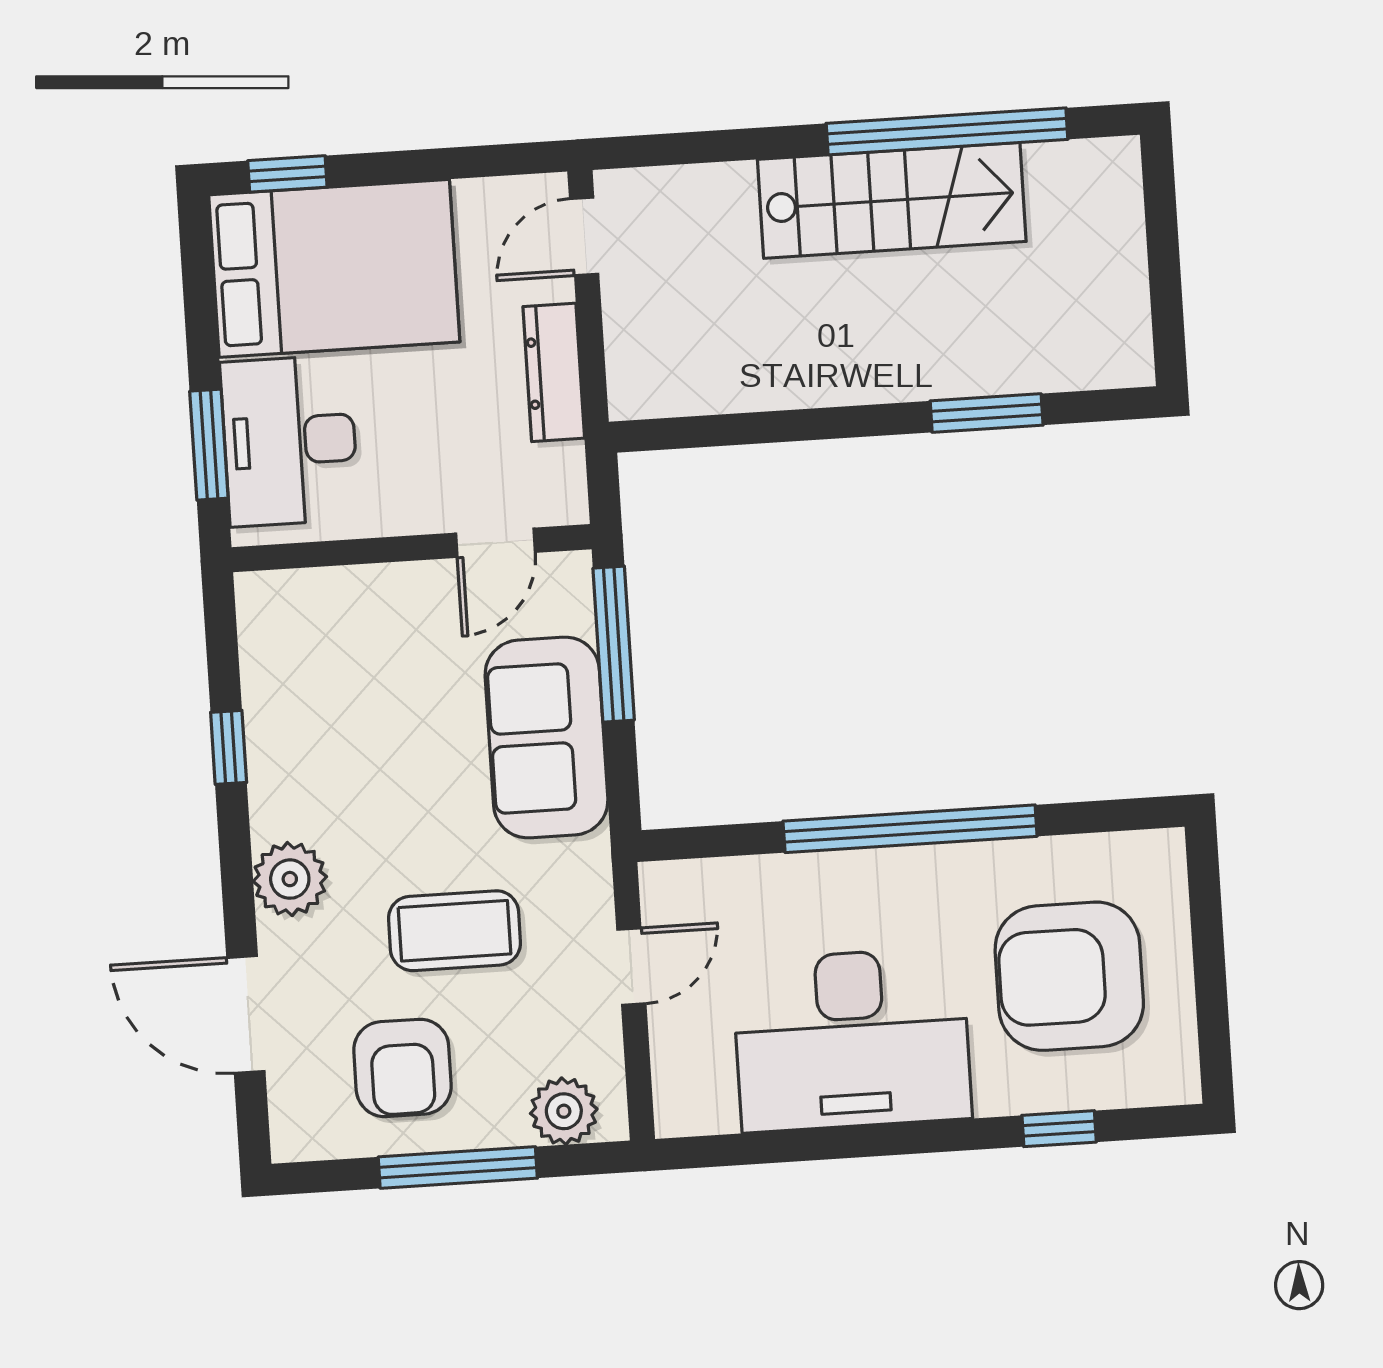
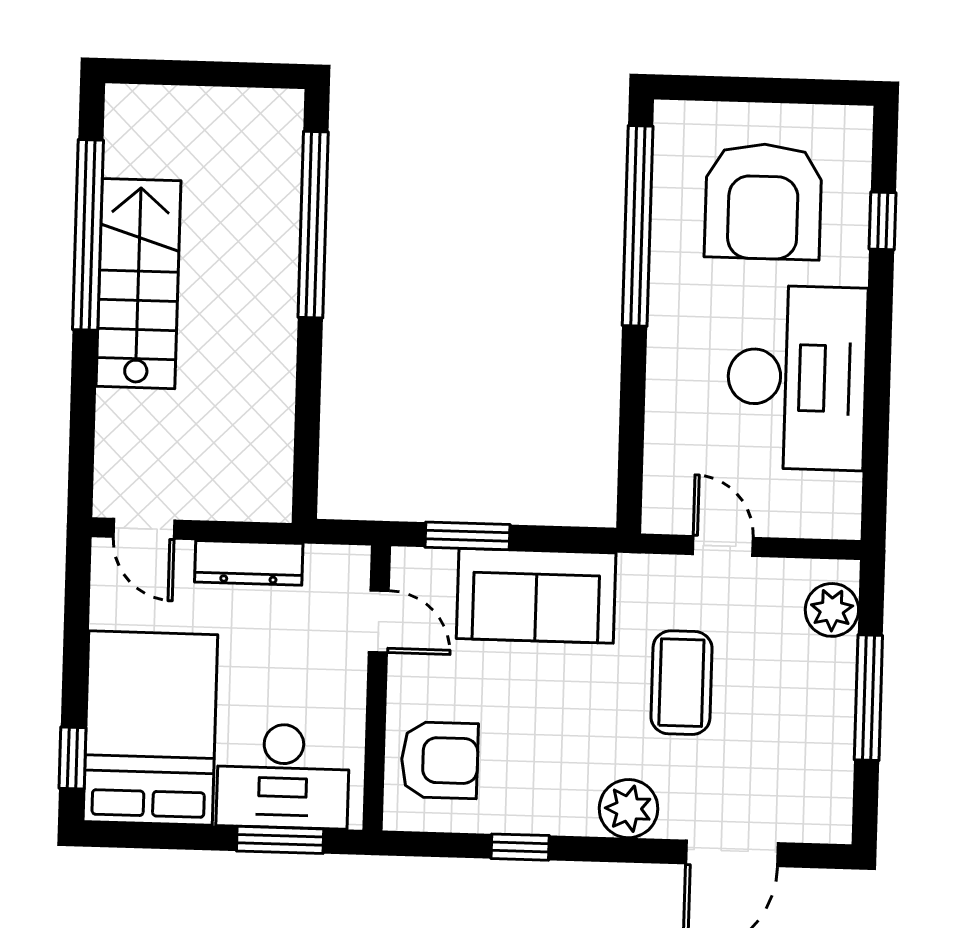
window: (987, 413) -> (313, 225), width x2.11
window: (614, 644) -> (467, 536), width x0.69
window: (910, 829) -> (638, 226), moved
armchair: (402, 1068) -> (440, 760), moved

